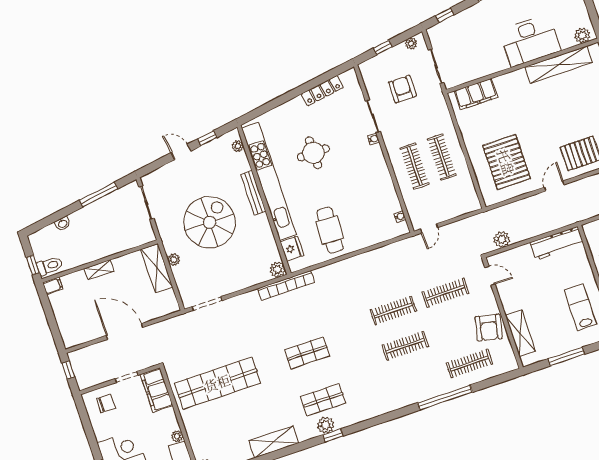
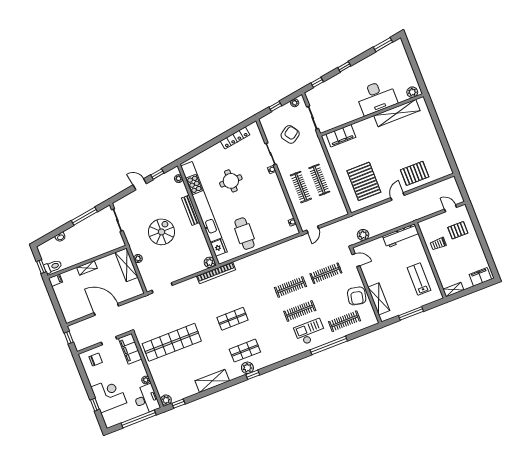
armchair: (402, 89) -> (290, 134), turned 56
spiral stairs: (210, 222) -> (162, 232), width x0.73, depth x0.73
checkout: (419, 377) -> (310, 332), added

